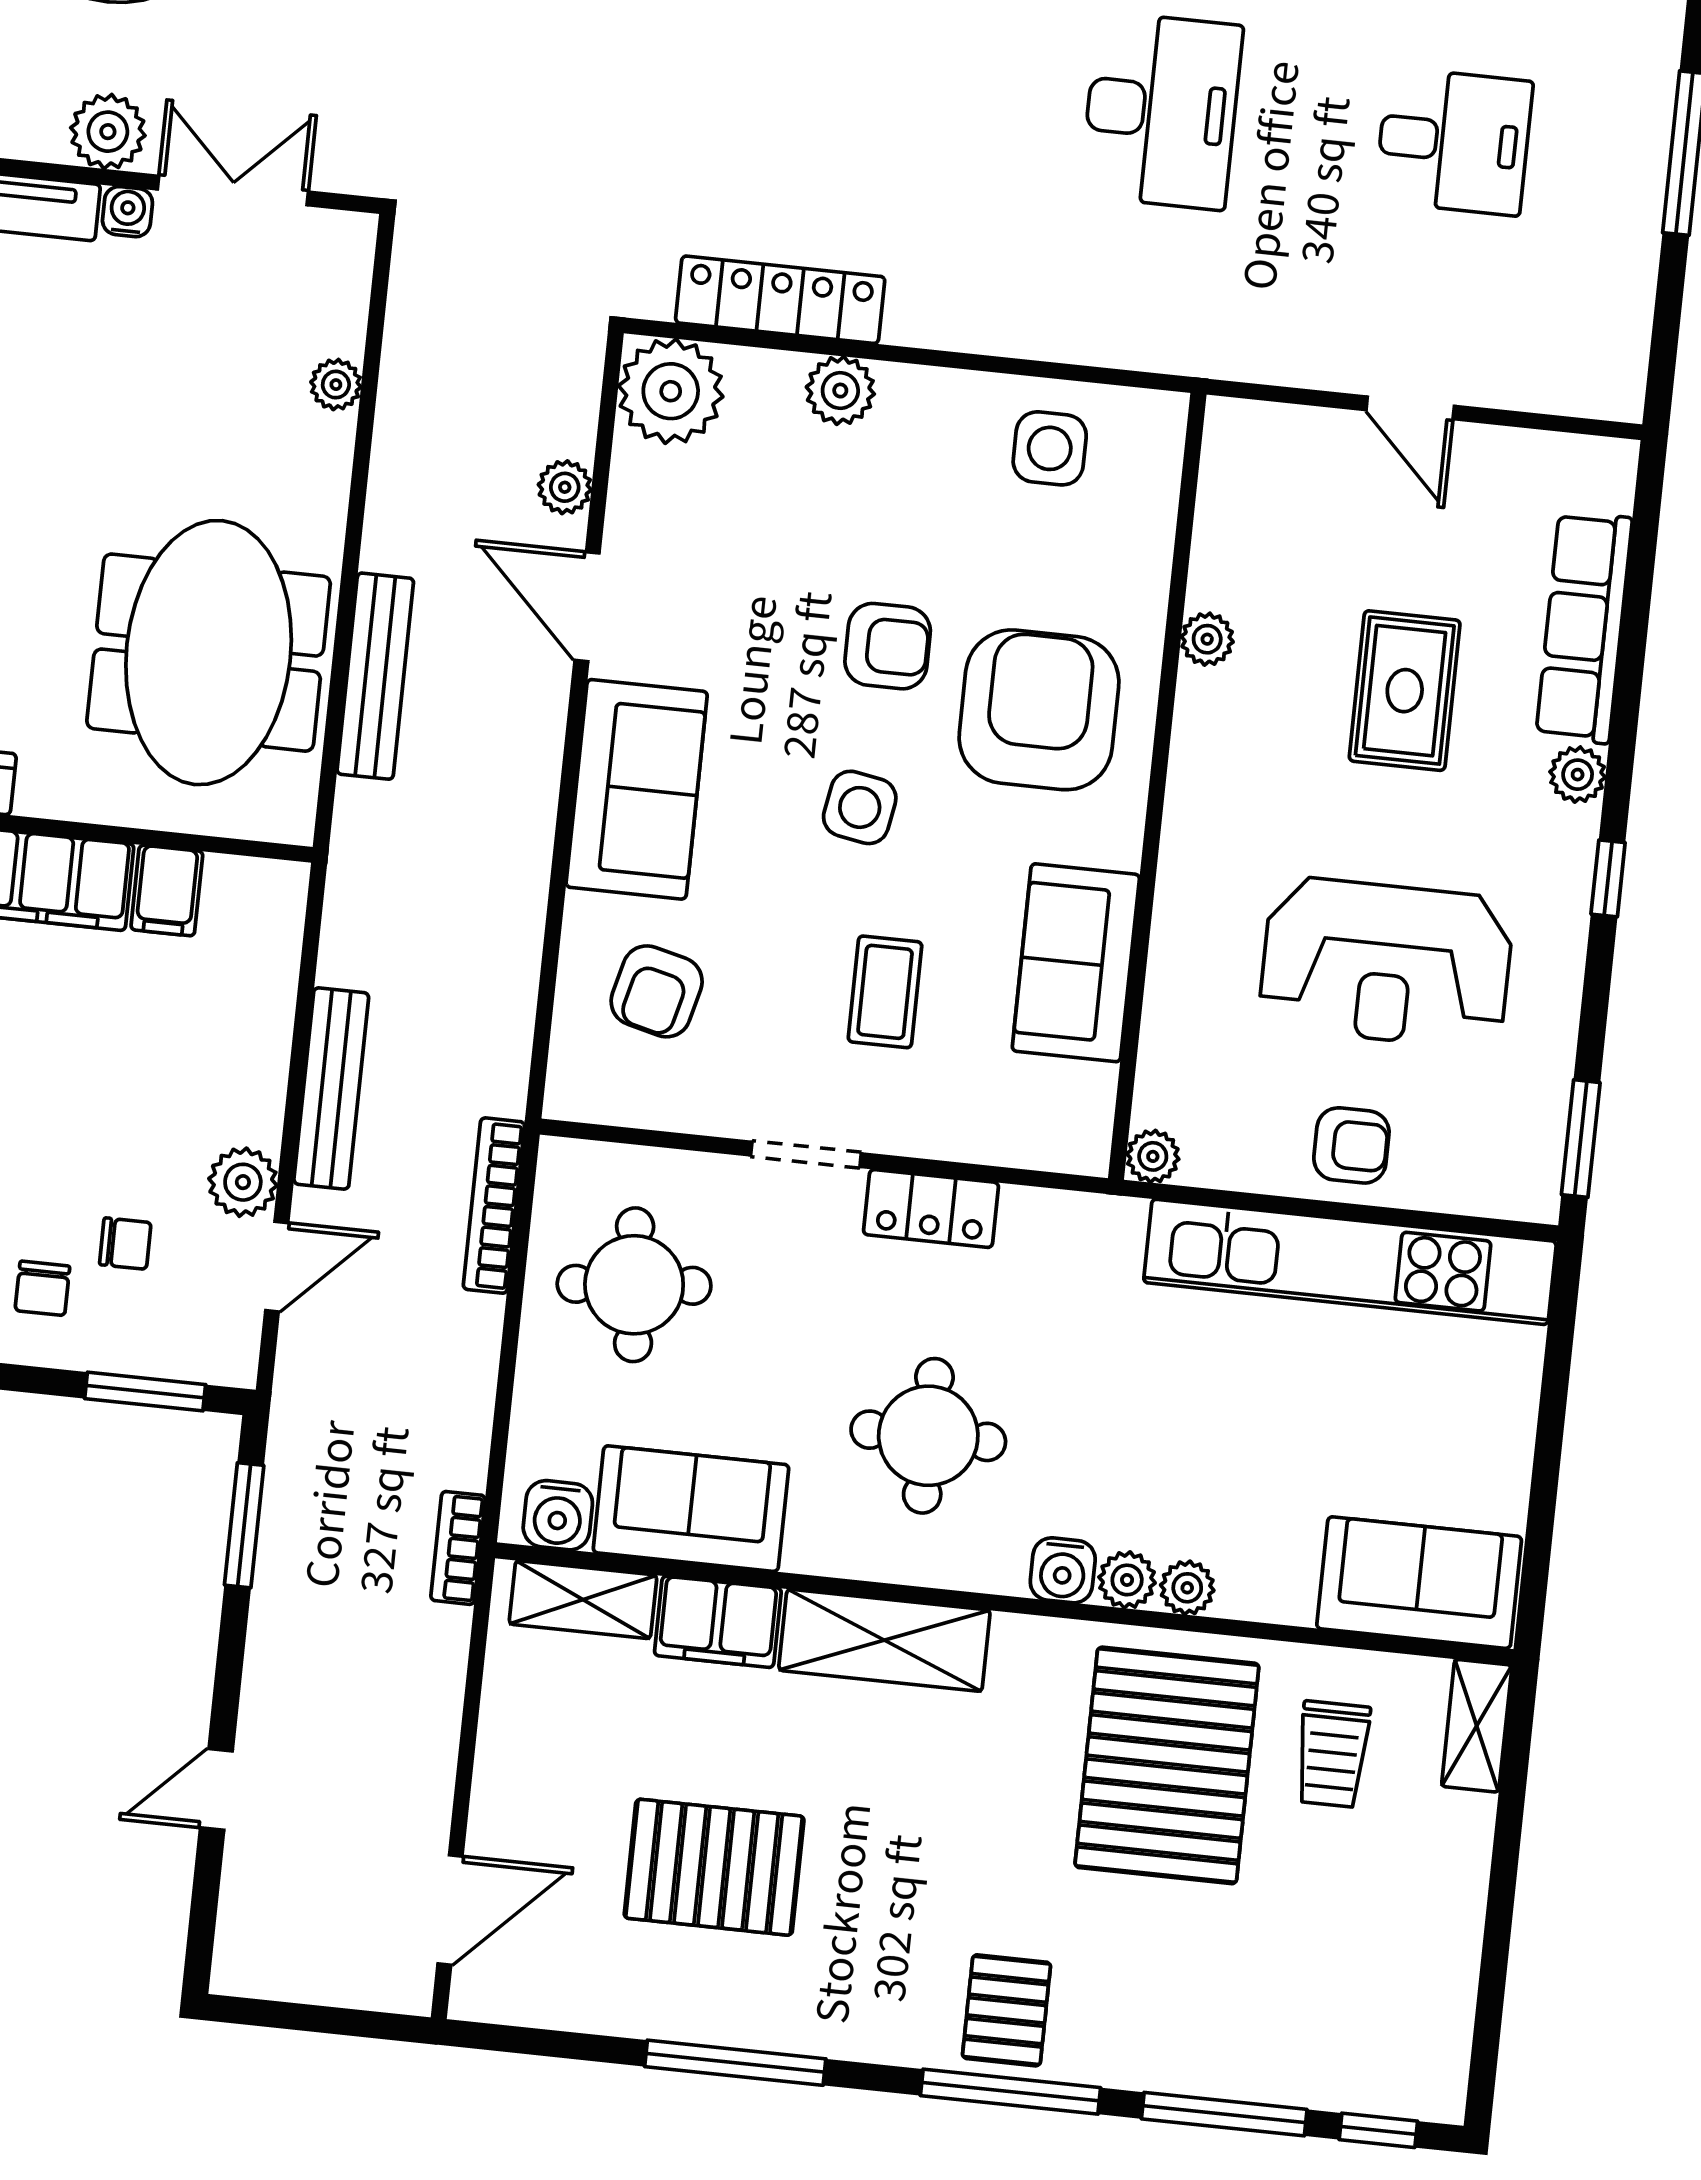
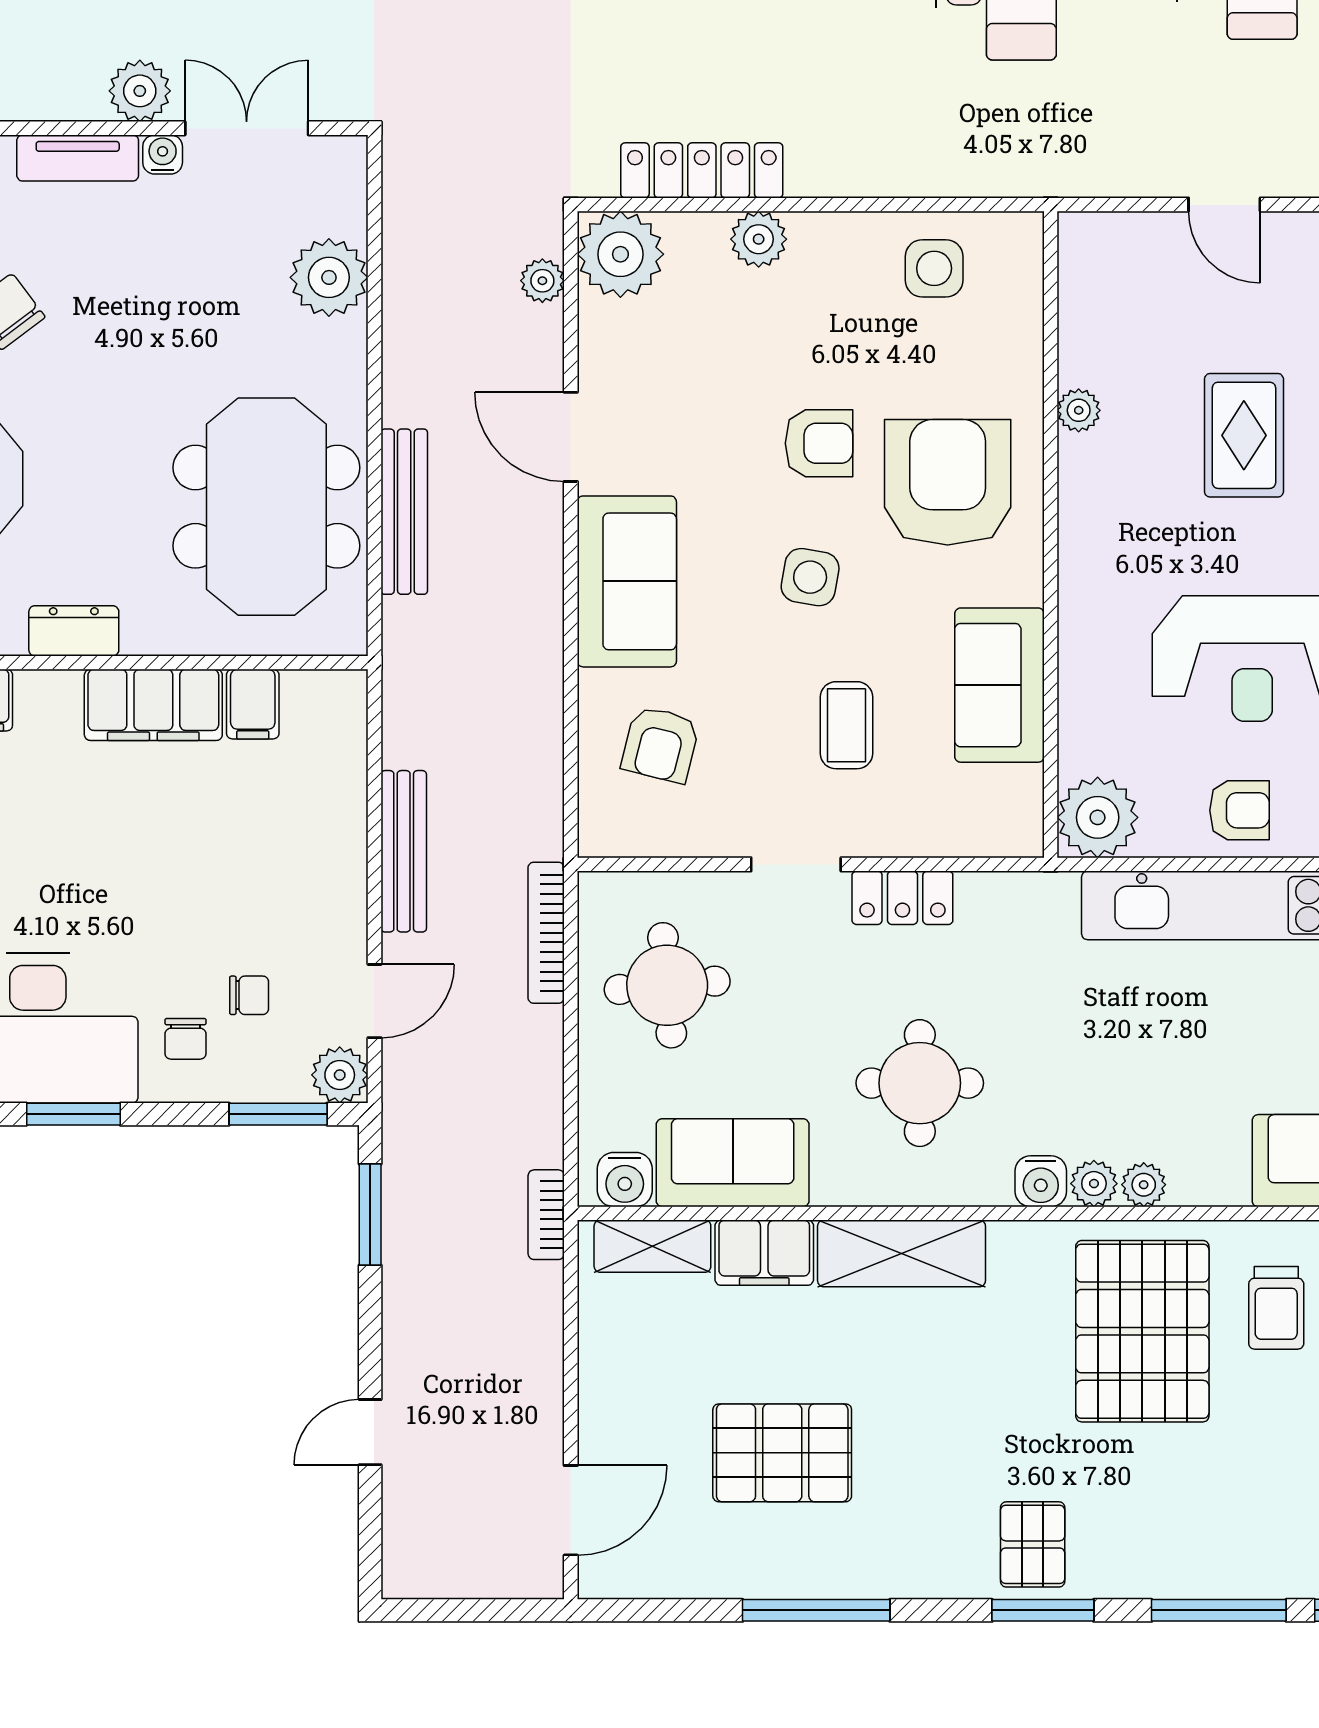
plant: (336, 385) -> (329, 277), width x1.88, depth x1.88
plant: (565, 487) -> (542, 281), moved
plant: (1153, 1156) -> (1098, 817), width x1.87, depth x1.87
plant: (243, 1182) -> (340, 1075), moved
window: (1011, 2092) -> (1043, 1610), width x0.69

